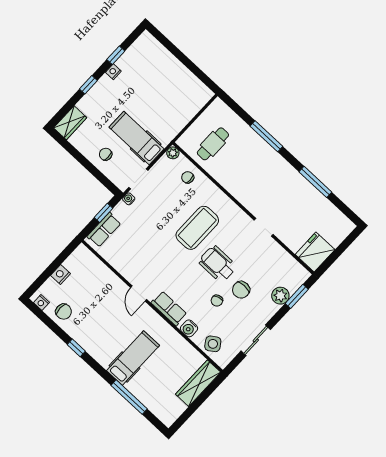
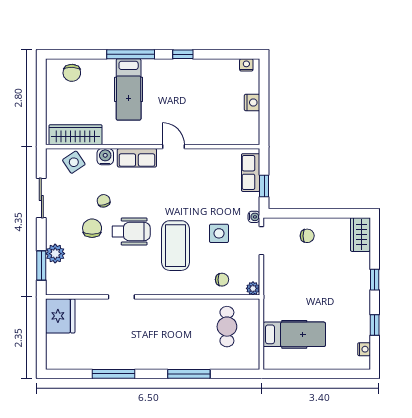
nightstand: (113, 72) -> (364, 349), moved
hospital bed: (137, 138) -> (294, 334), moved
side table: (162, 209) -> (219, 233), added
chair: (64, 312) -> (72, 73), moved, turned -88
wardrobe: (198, 383) -> (75, 135), moved, turned -90
window: (129, 397) -> (131, 54), moved

